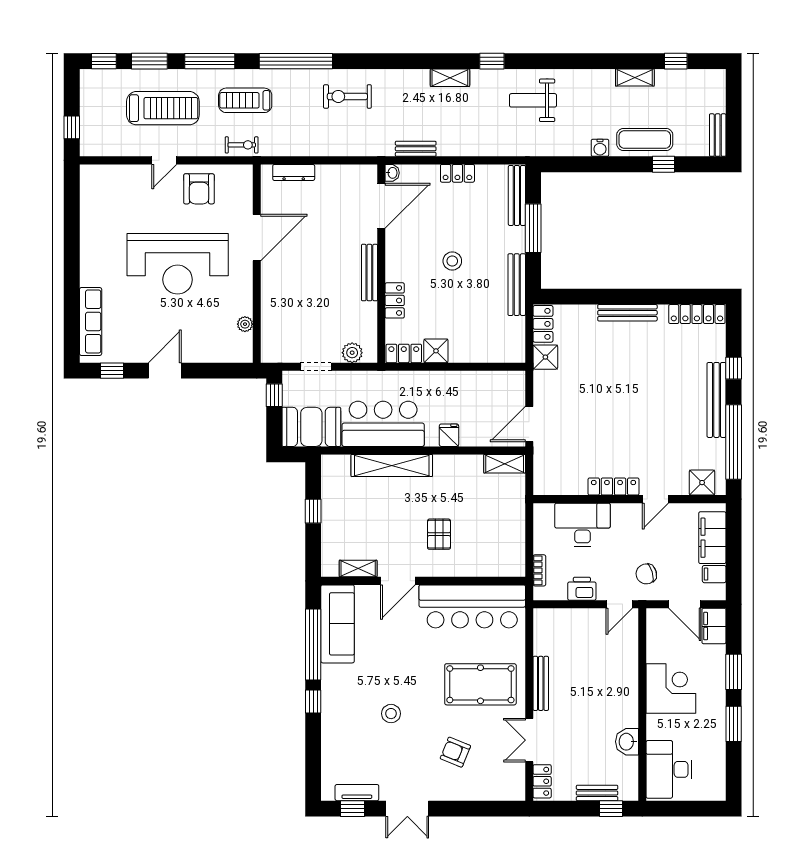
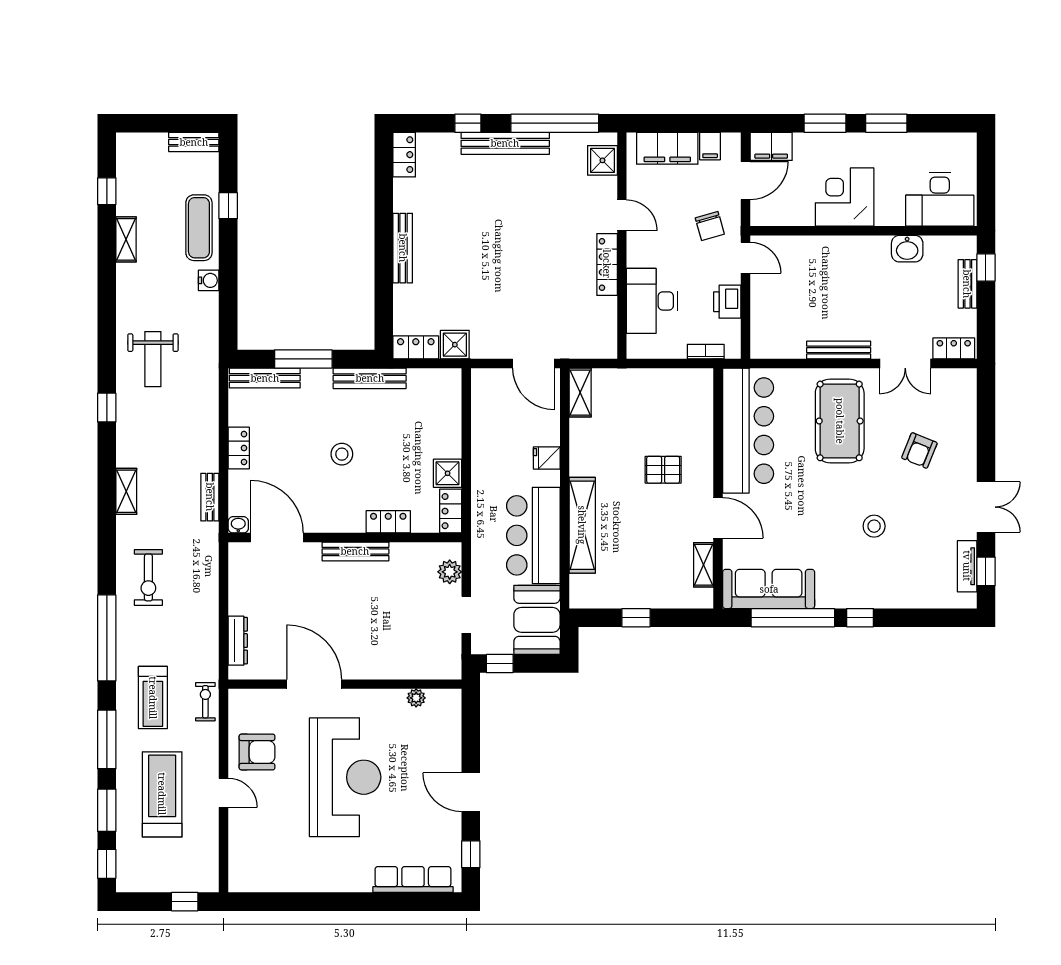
shelving: (450, 78) -> (126, 491), moved
locker: (697, 314) -> (404, 155), width x0.66

